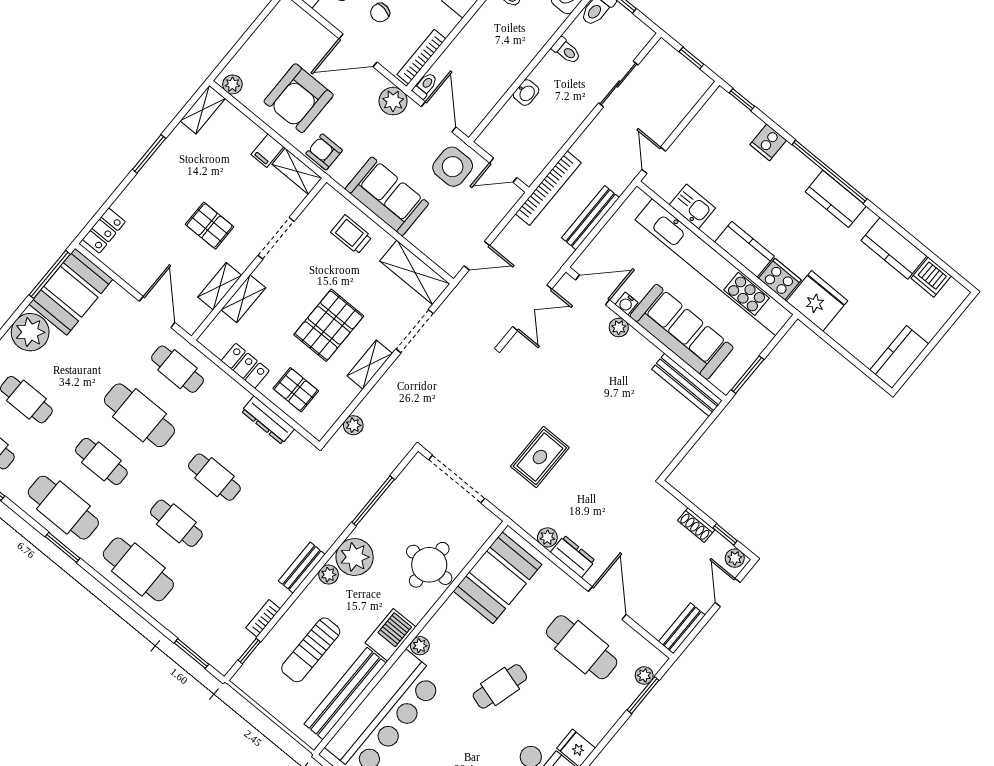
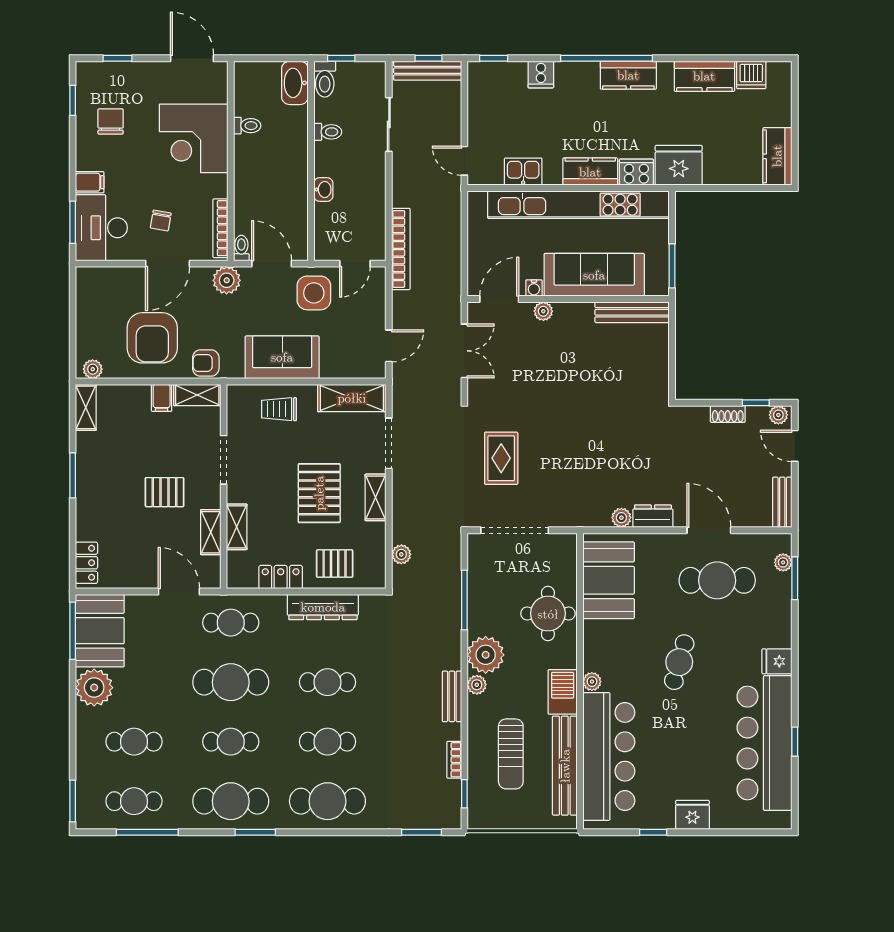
bench: (590, 218) -> (428, 71), moved, turned 90
dresser: (268, 420) -> (323, 607), width x1.37, depth x1.24
rug: (540, 457) -> (501, 458), moved

